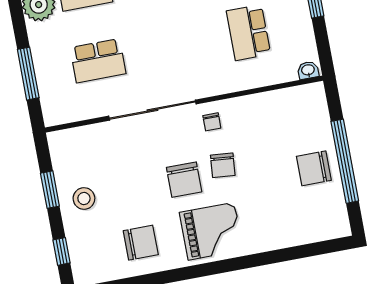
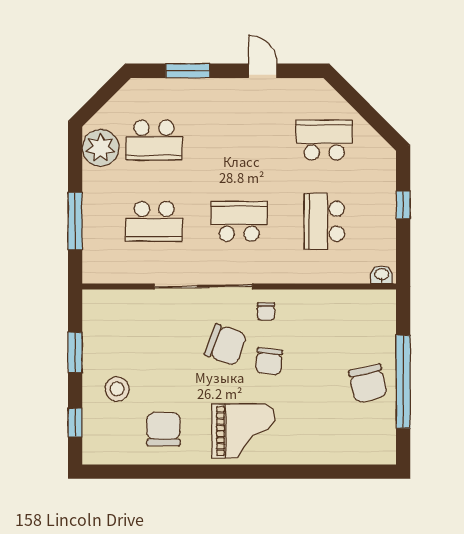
school desk: (173, 47) -> (239, 221), added
chair: (314, 168) -> (368, 383), turned -103
chair: (184, 180) -> (226, 345), moved, turned -70
stool: (84, 199) -> (117, 389), moved
chair: (141, 243) -> (163, 429), turned -90

